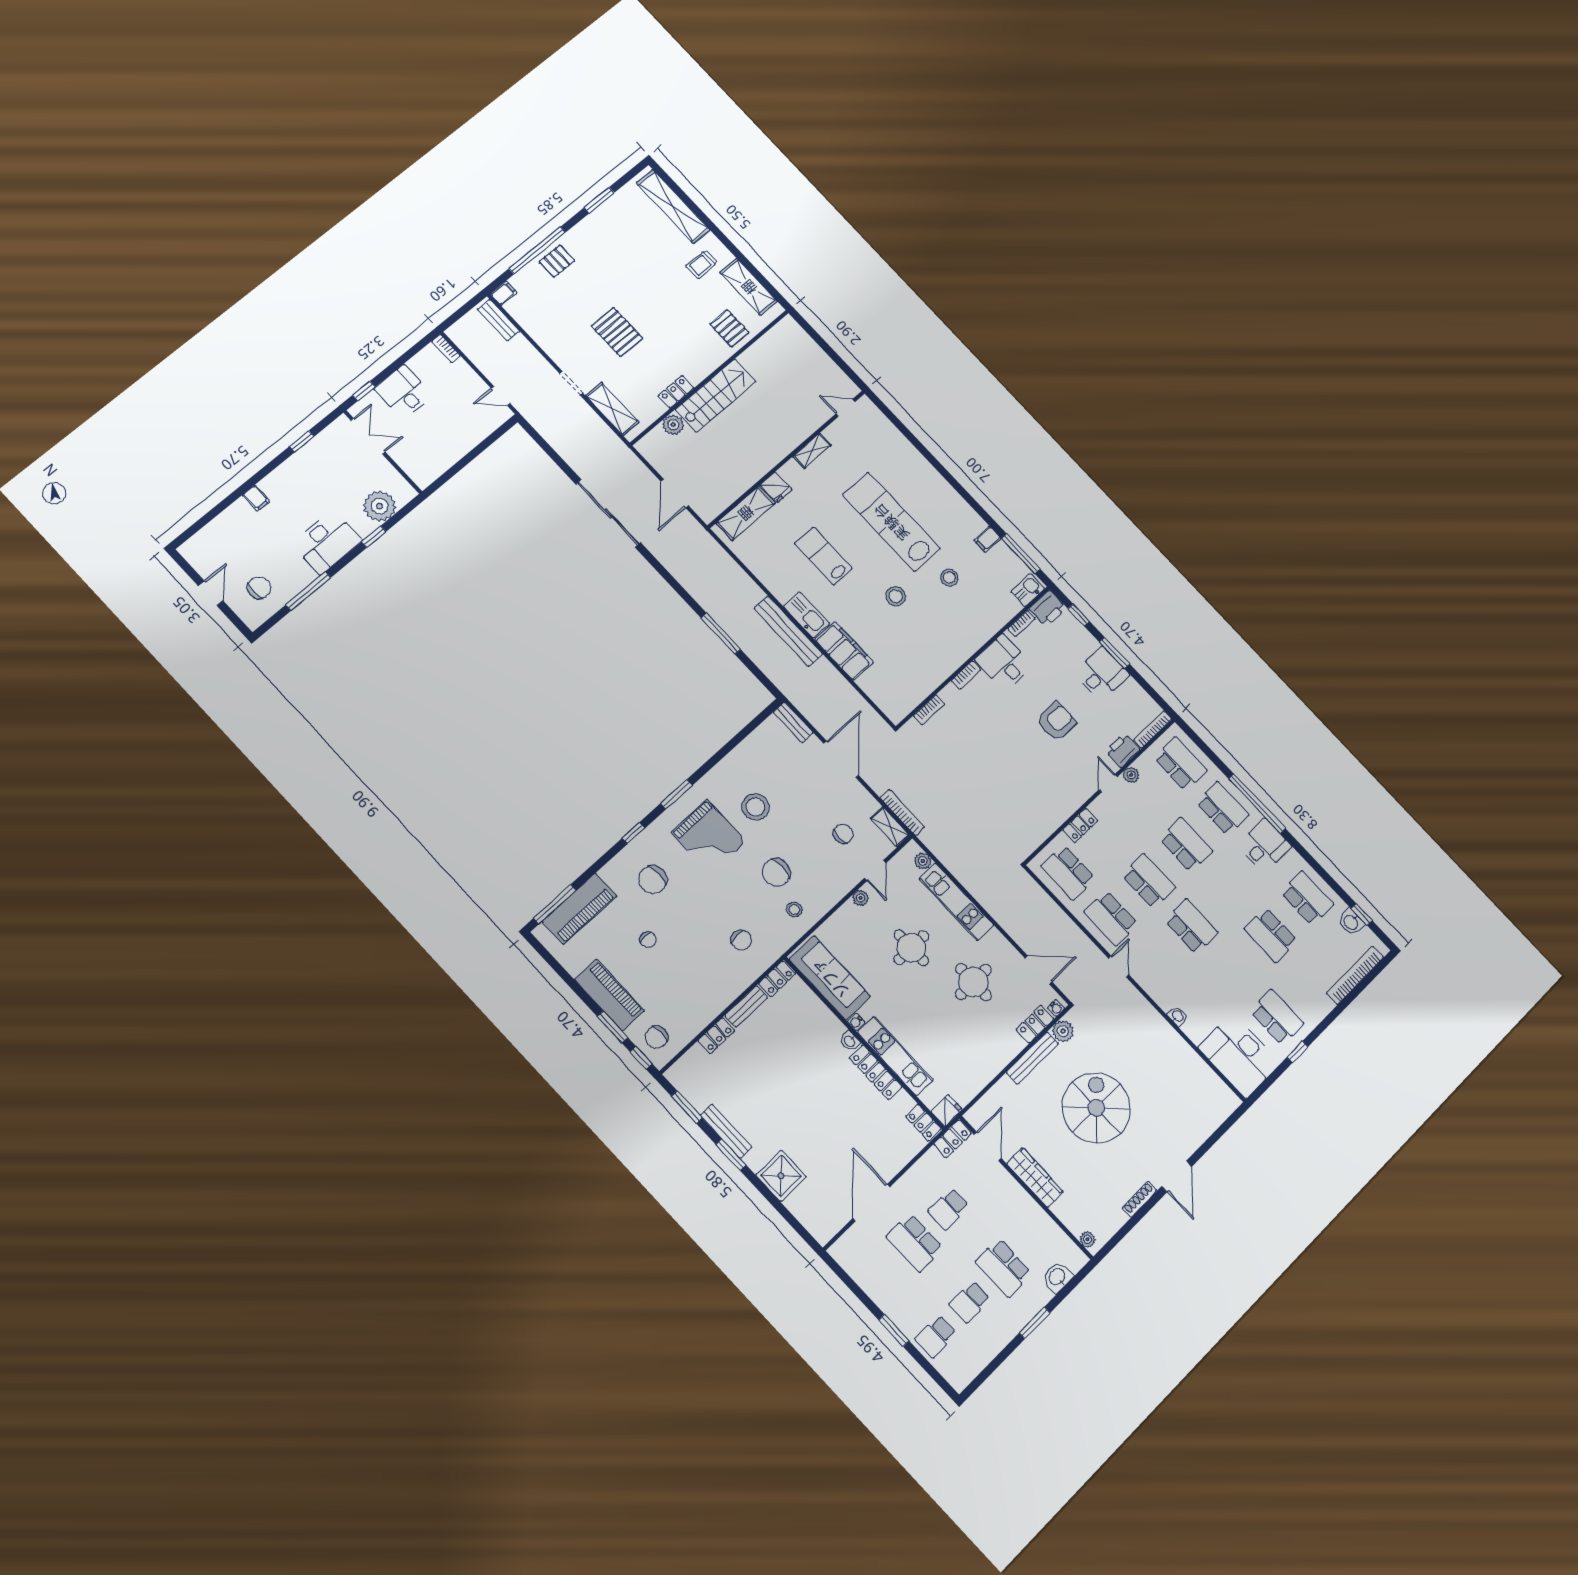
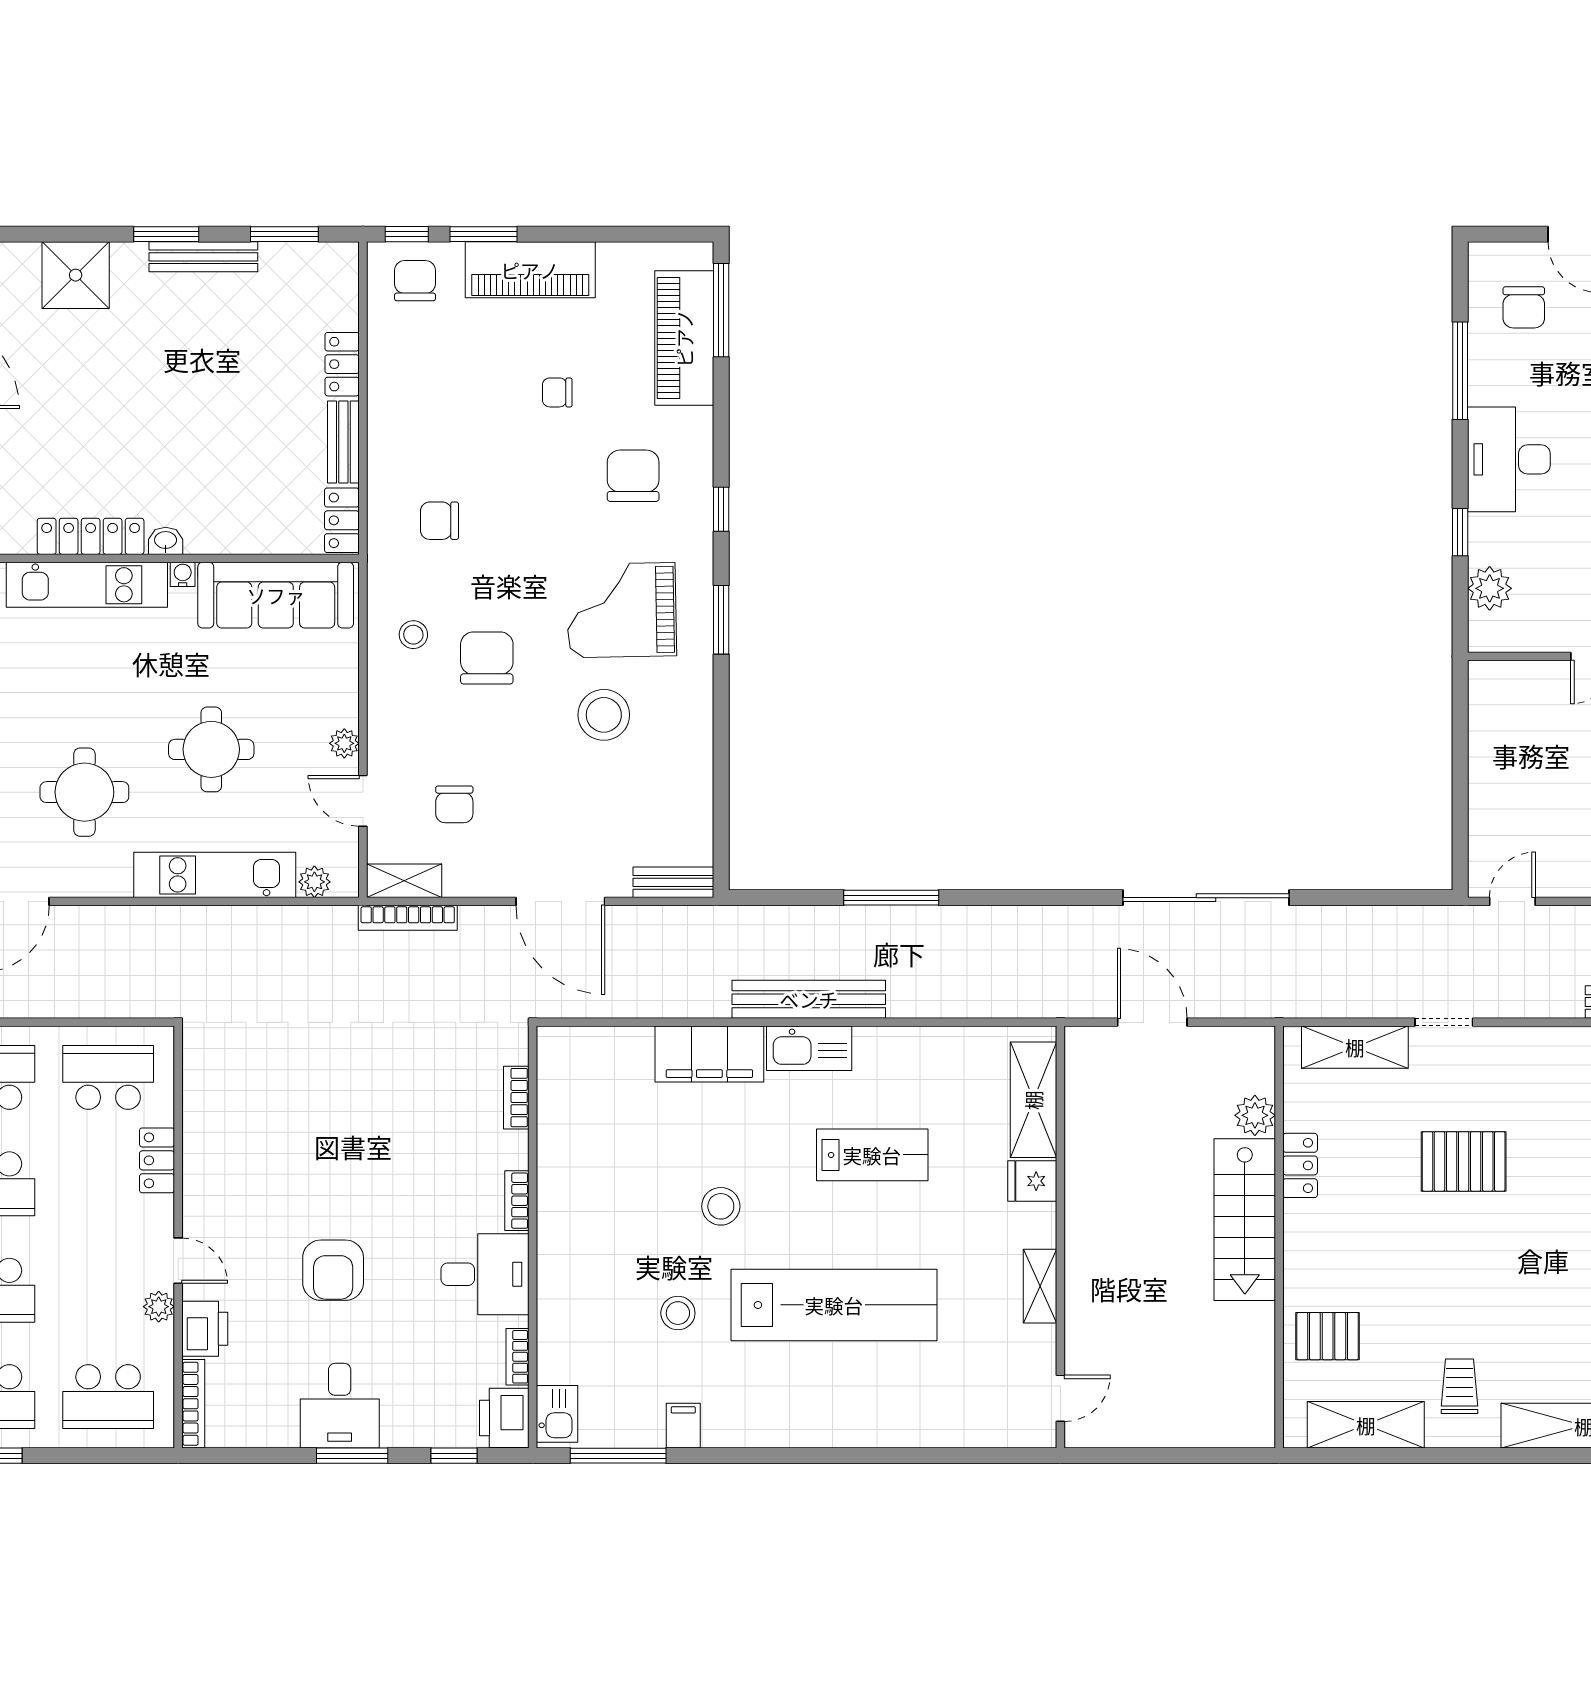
plant: (380, 506) -> (1490, 588), width x0.73, depth x0.73

